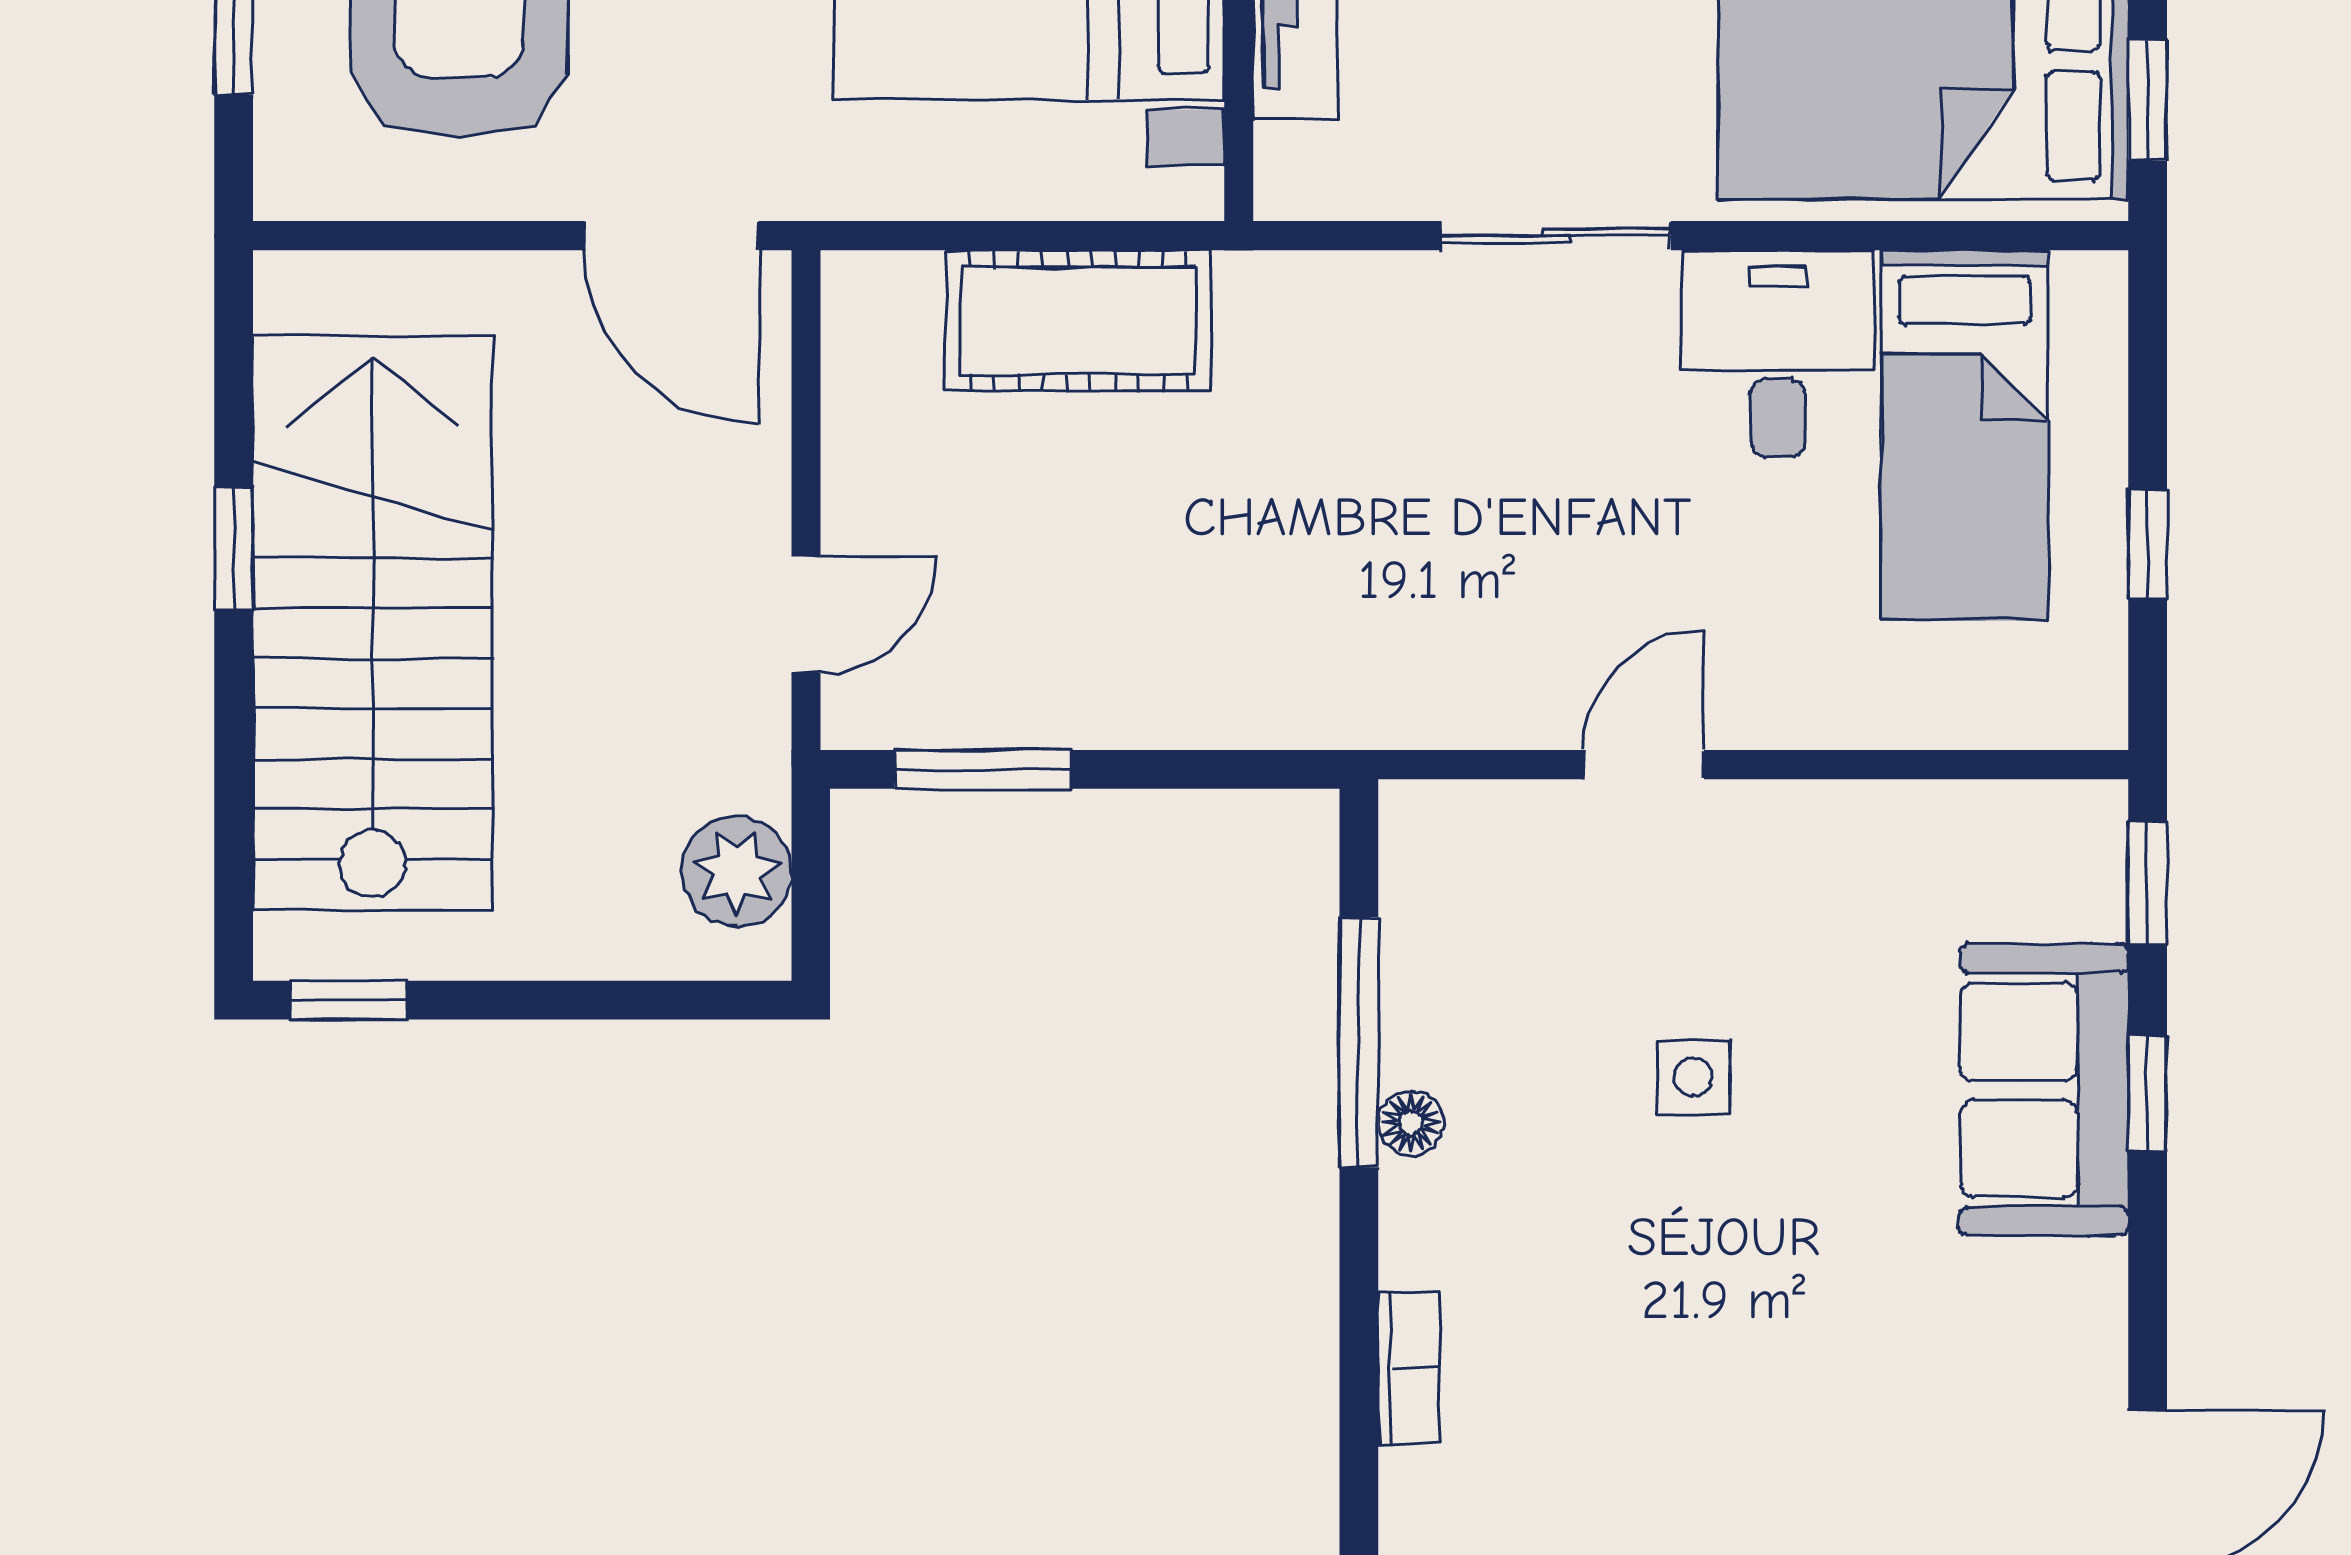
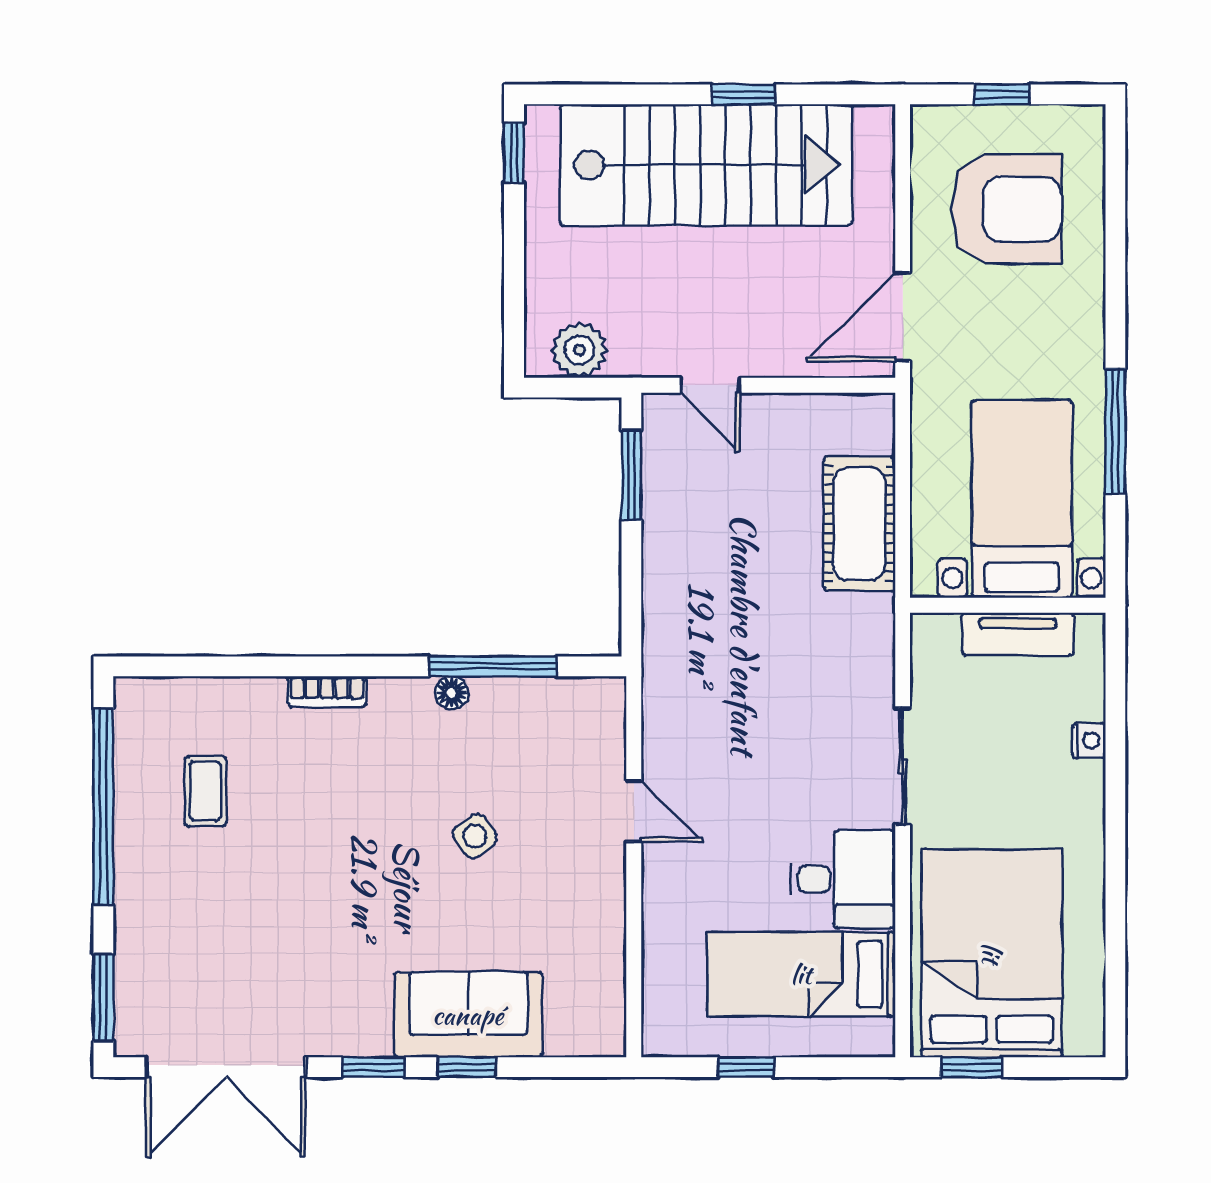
window: (2148, 882) -> (373, 1067), moved
side table: (1693, 1077) -> (475, 836), turned -37

